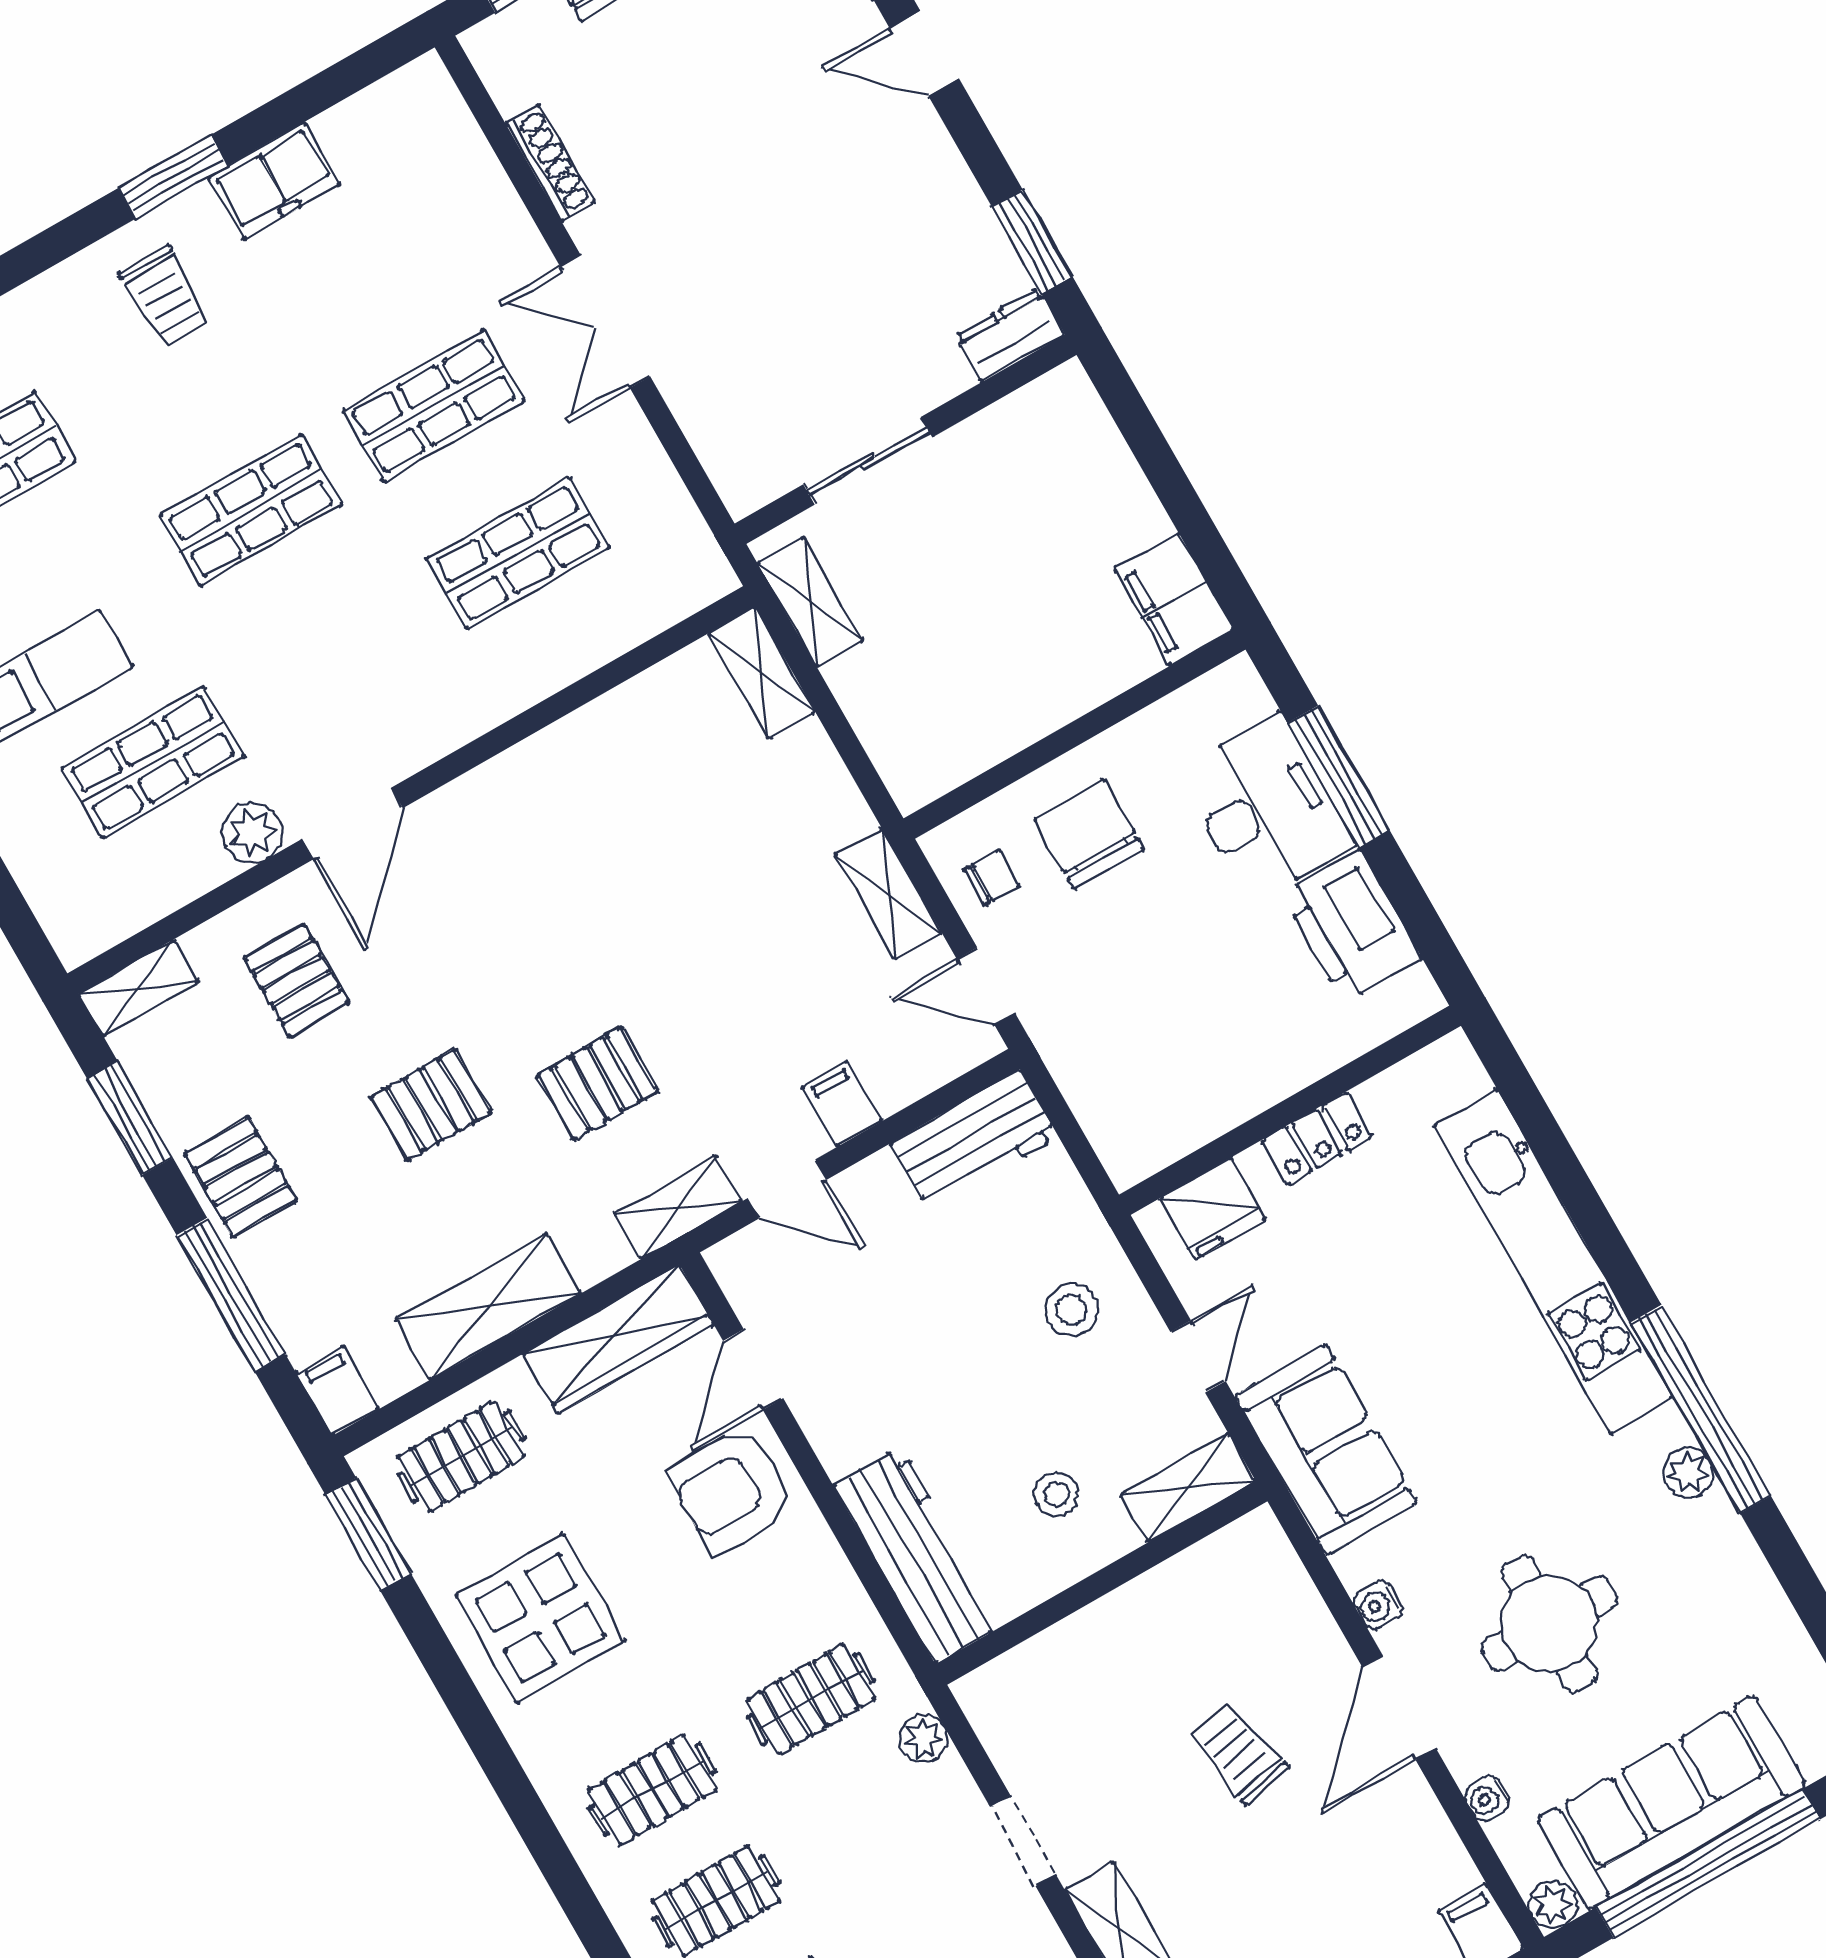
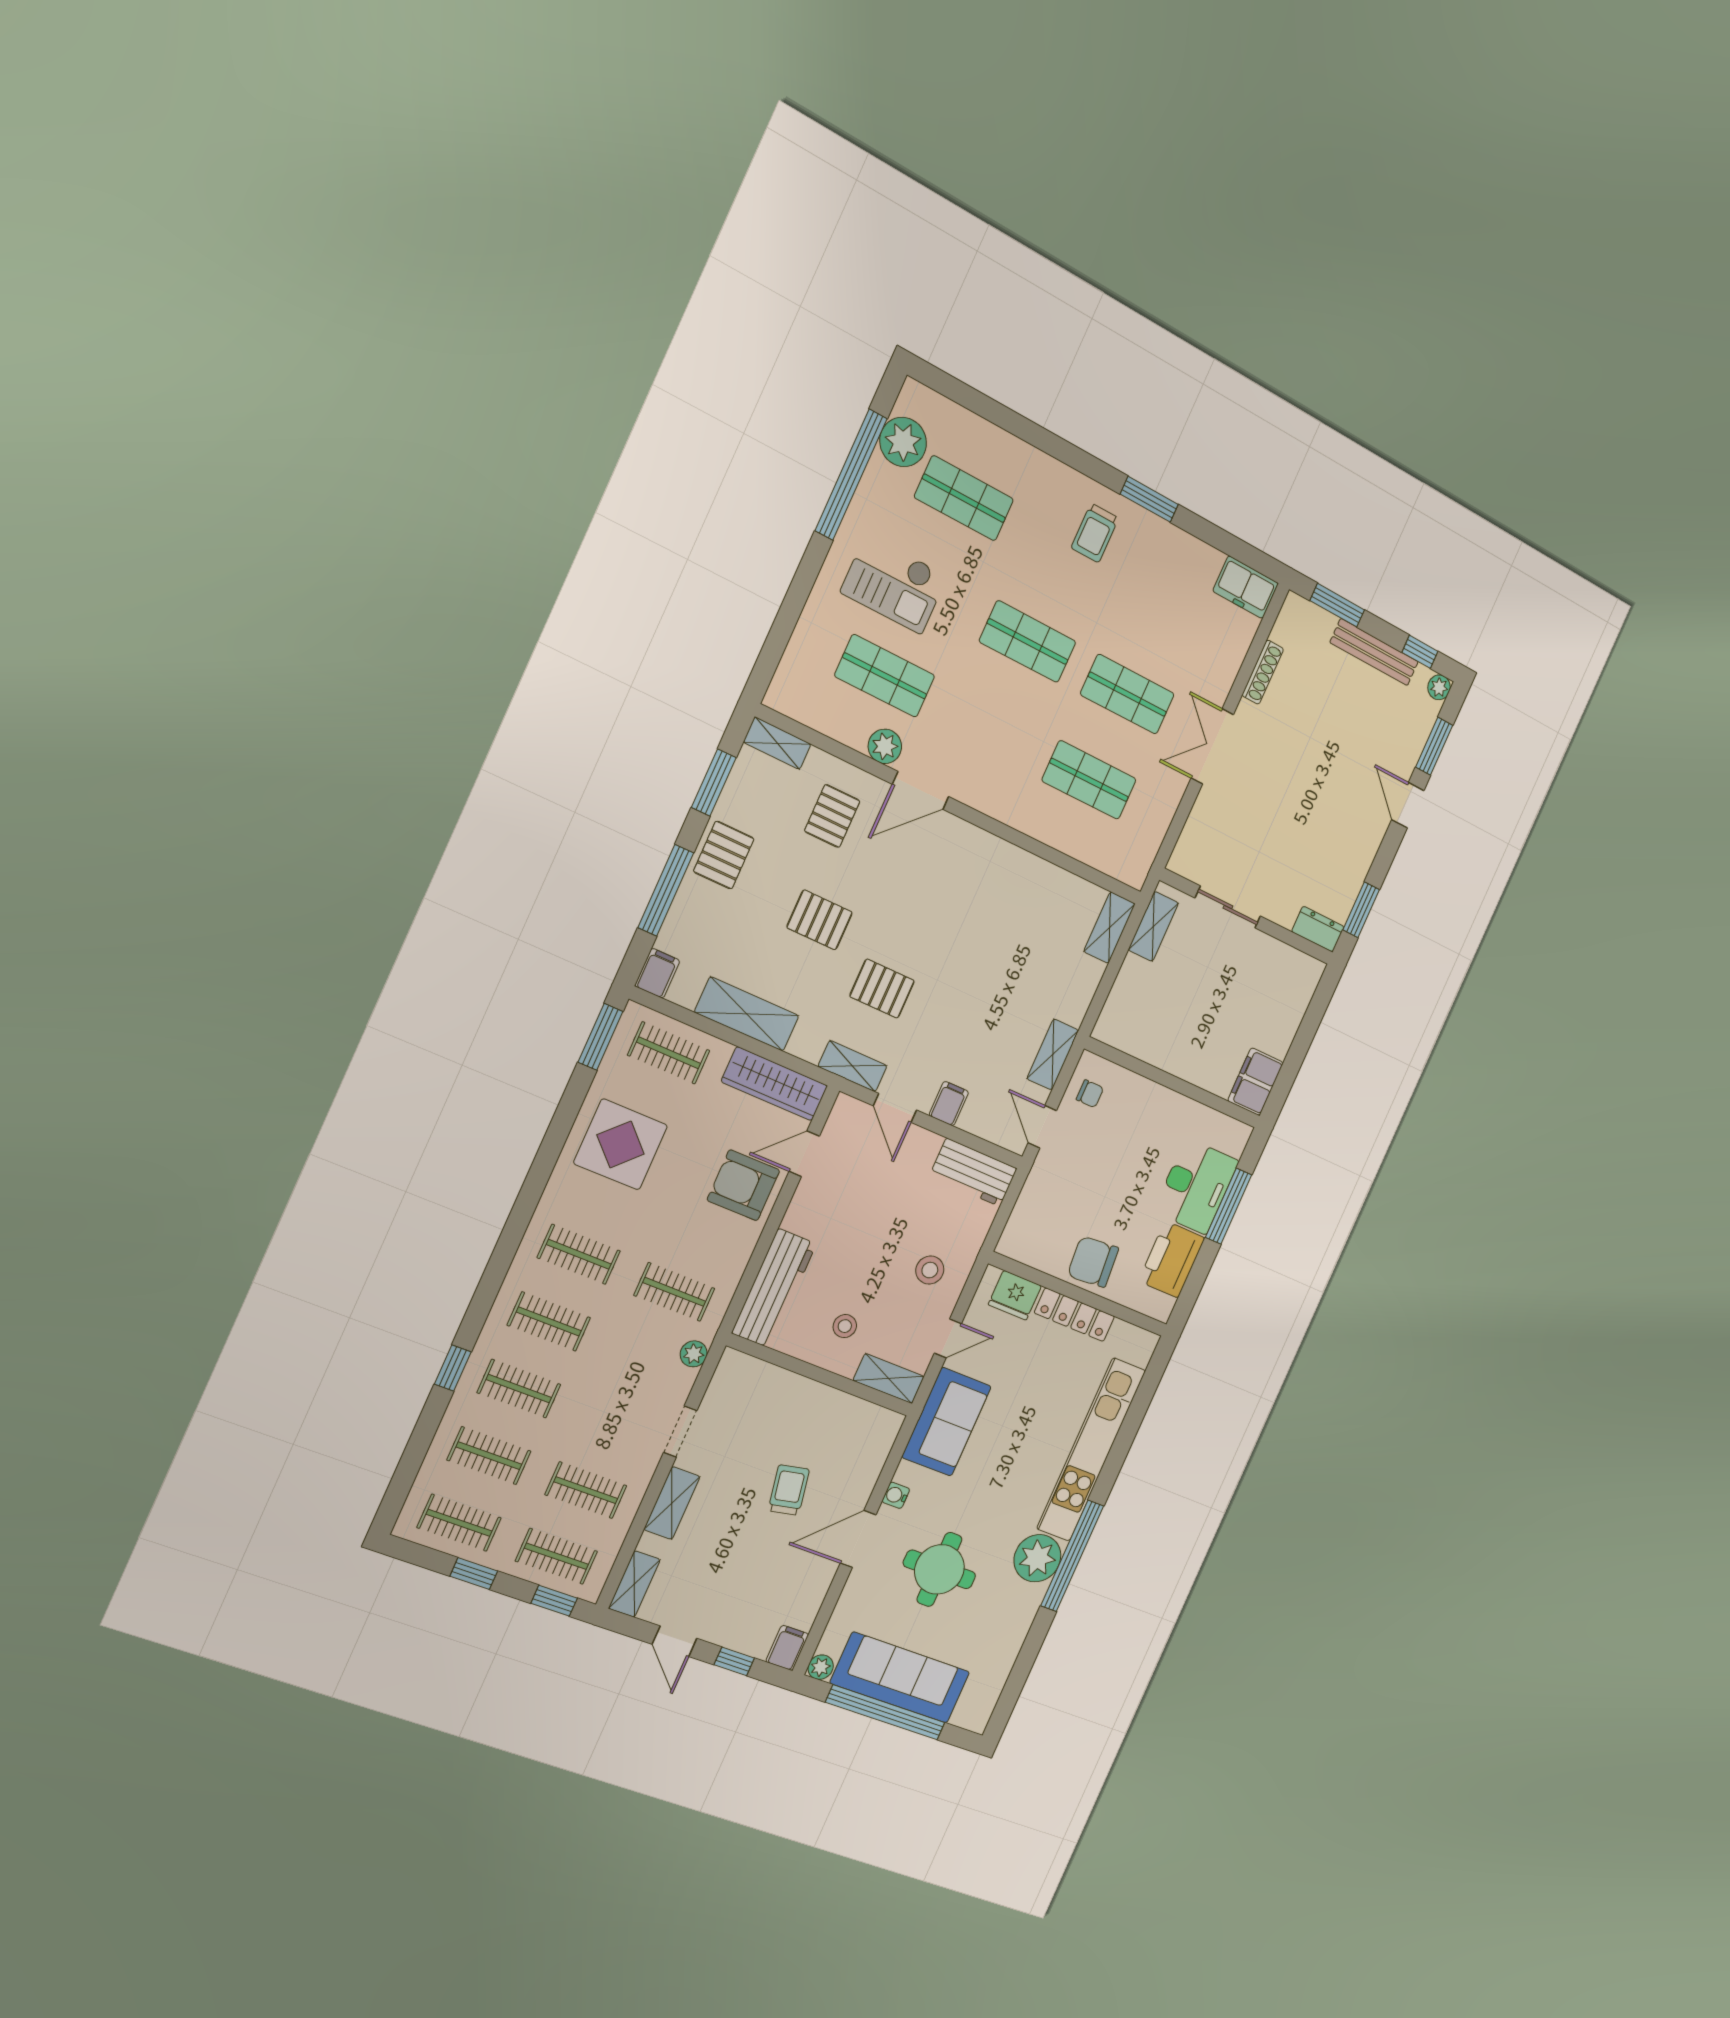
freezer: (274, 181) -> (1246, 587), moved
chair: (1089, 834) -> (1093, 1262), moved, turned -95
locker: (1317, 1139) -> (1074, 1315), width x1.53
plant: (1688, 1473) -> (1037, 1558), width x1.87, depth x1.87
water cooler: (1487, 1799) -> (846, 1605), removed

